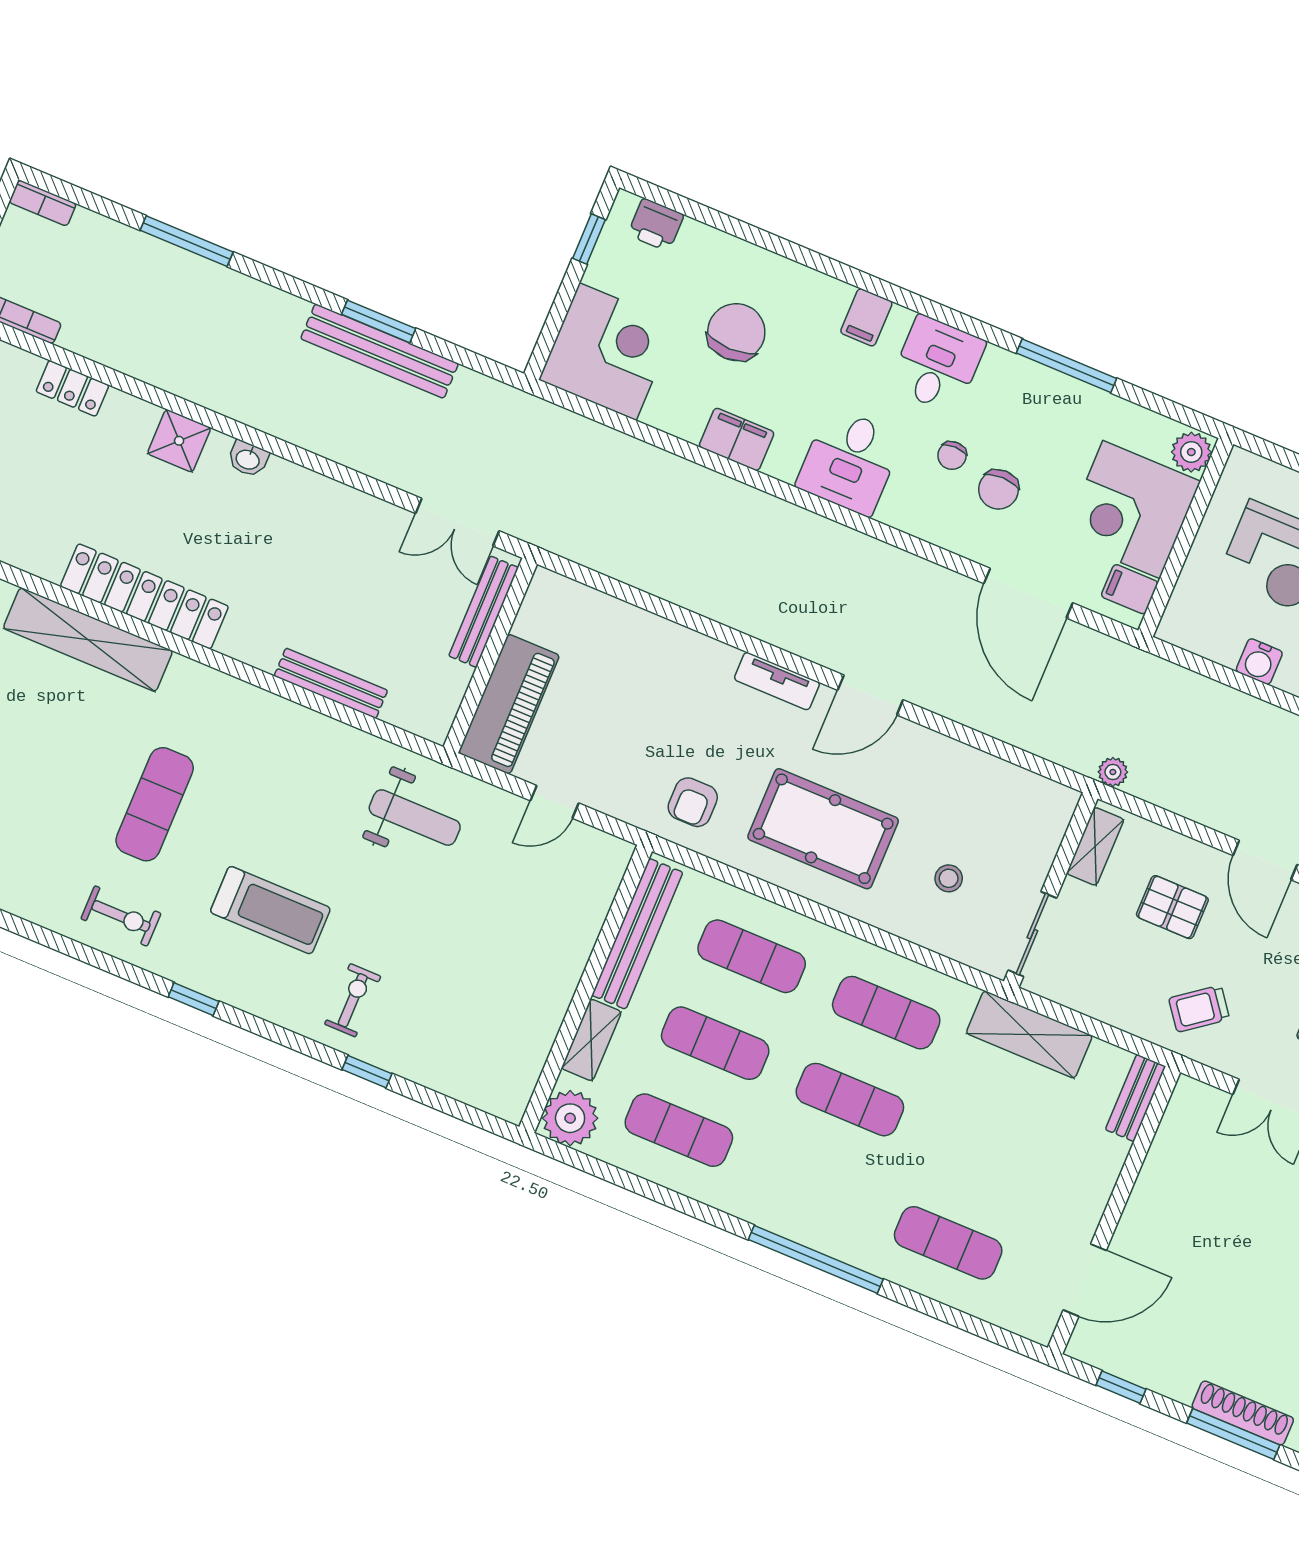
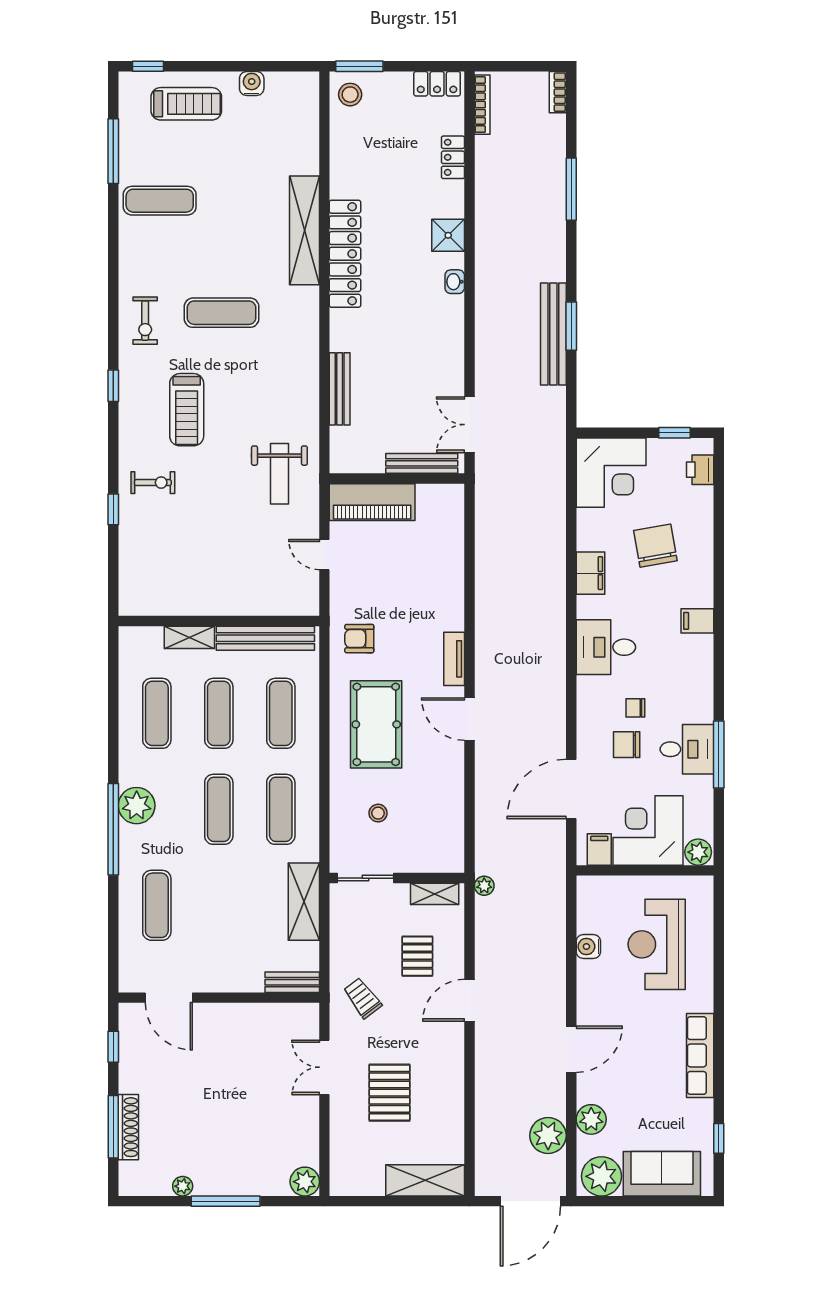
chair: (736, 332) -> (655, 546), turned -100
desk: (937, 364) -> (687, 749), moved
plant: (570, 1118) -> (137, 806), moved

